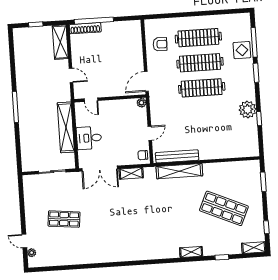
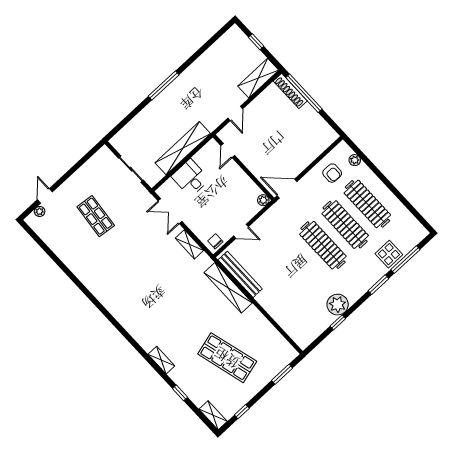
plant: (163, 23) -> (355, 160), added
double door: (100, 169) -> (170, 211), width x0.73
shop shelf: (224, 208) -> (227, 358), turned -39

